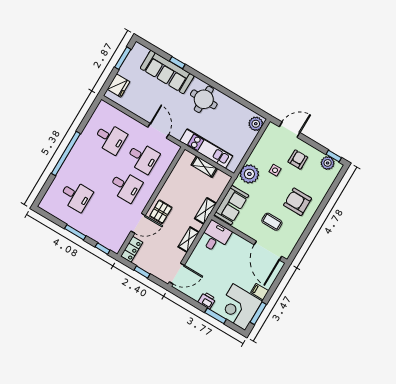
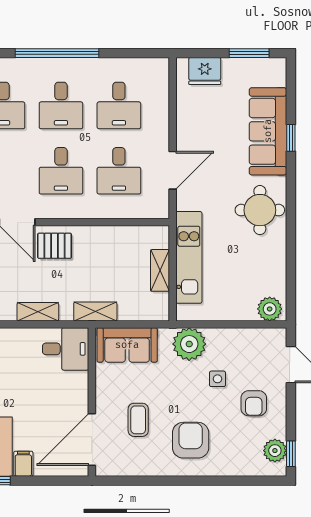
armchair: (298, 159) -> (254, 403), turned 90
desk: (93, 167) -> (61, 105), added

